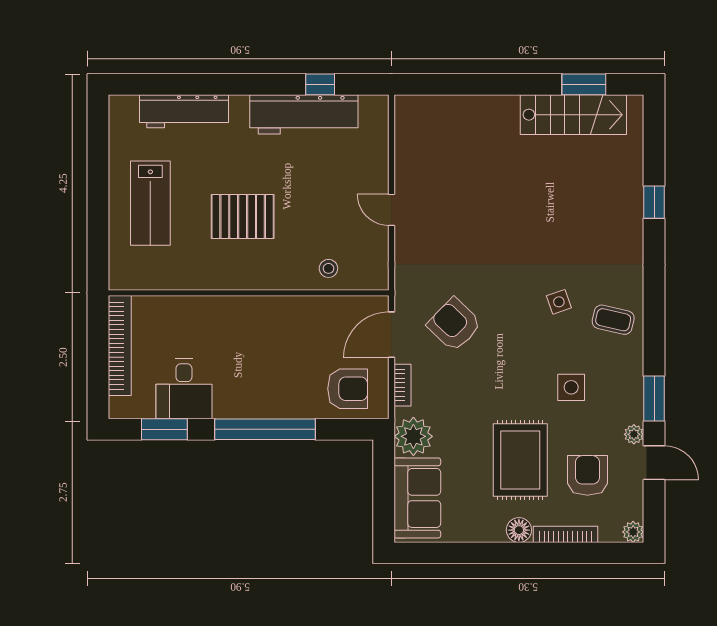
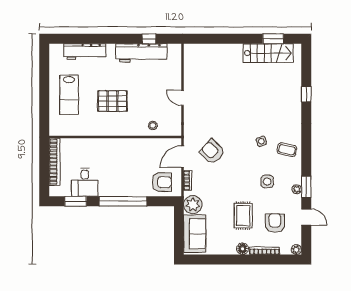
plant: (634, 434) -> (297, 189), moved
rug: (520, 460) -> (243, 216), width x0.73, depth x0.70

